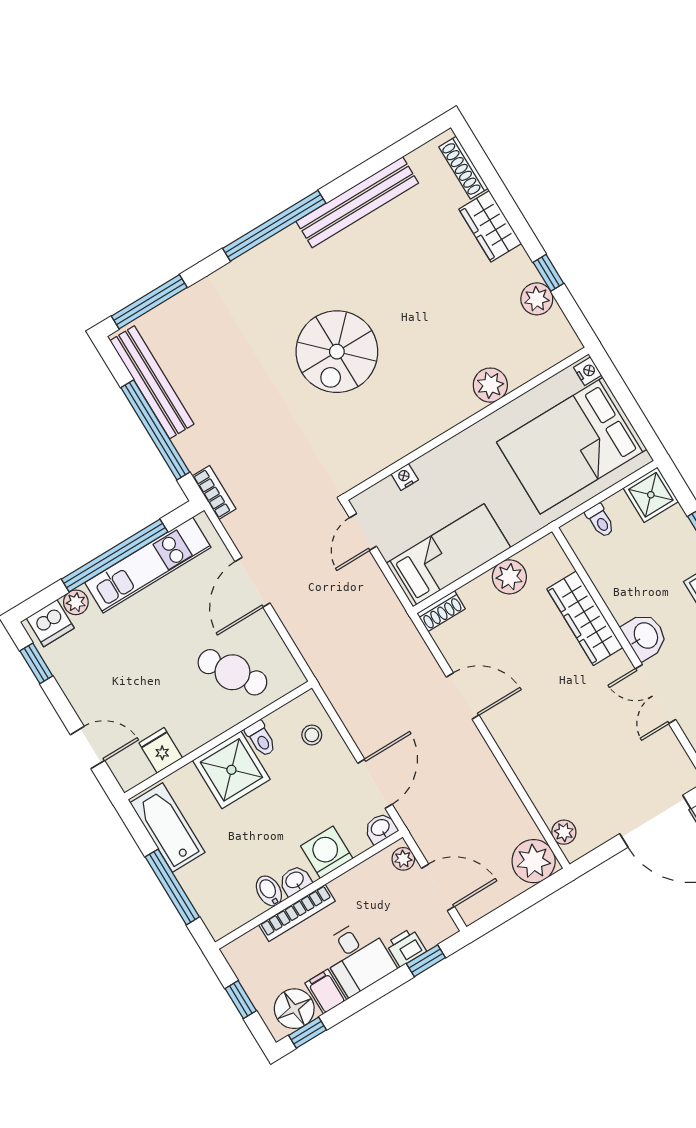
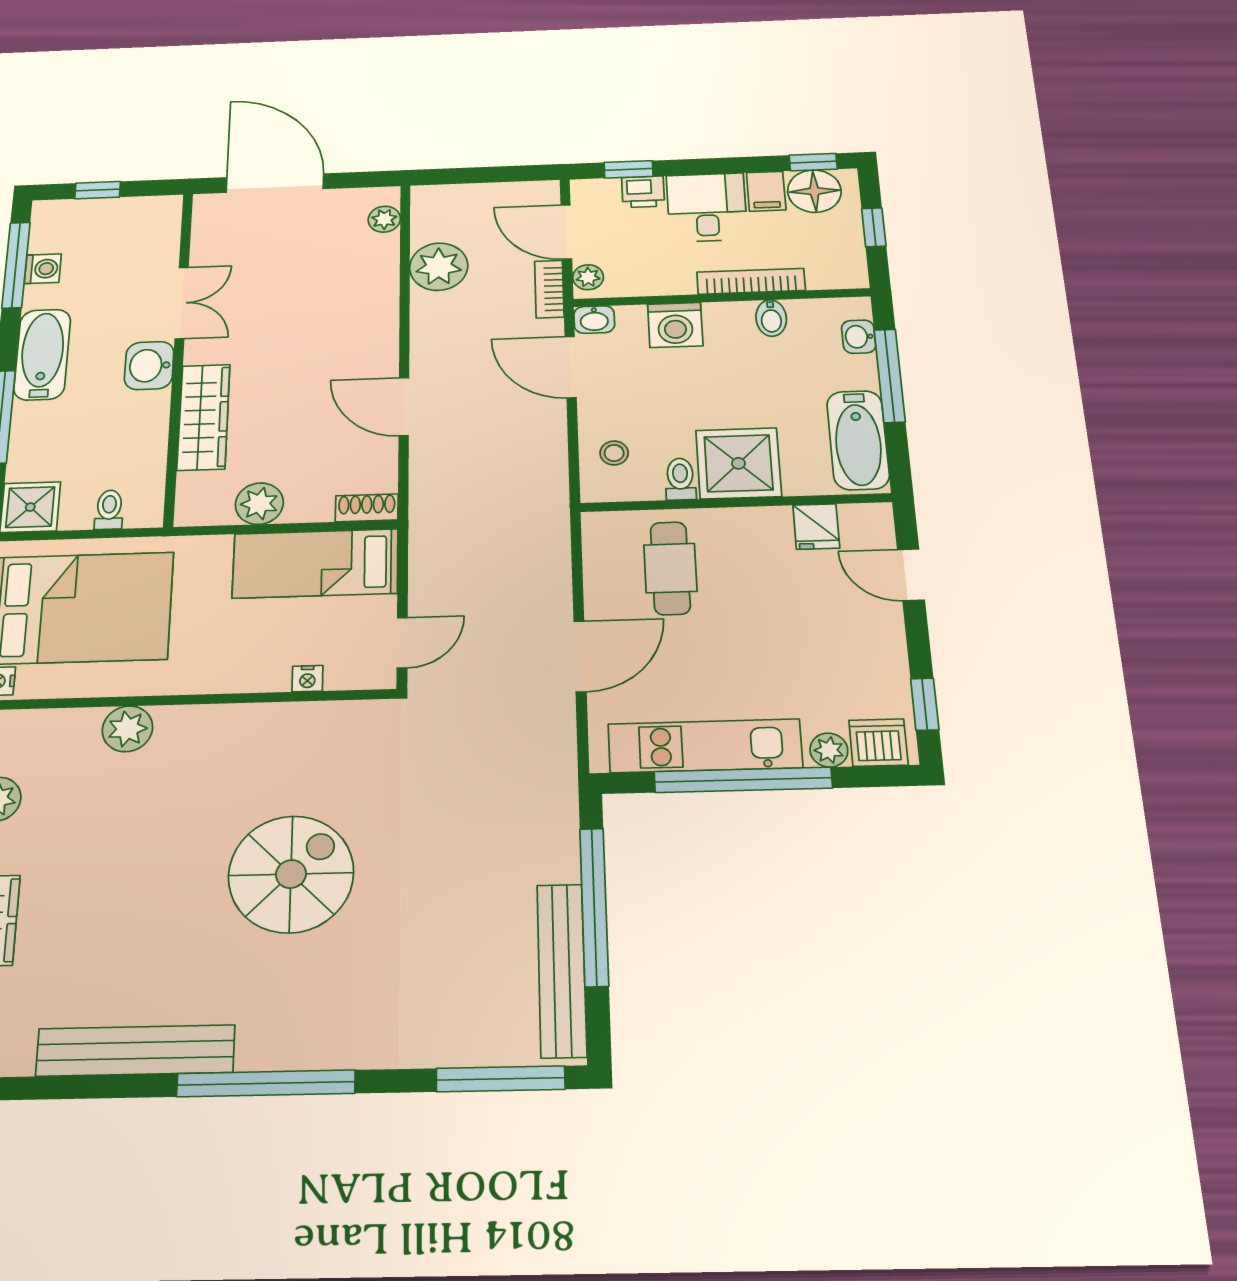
bookcase: (214, 492) -> (549, 289), moved
cafe table: (232, 672) -> (670, 568), turned 34
door: (375, 784) -> (571, 367), hinge flipped
plant: (534, 861) -> (439, 267), moved
washbasin: (295, 880) -> (859, 337), moved, turned 90

